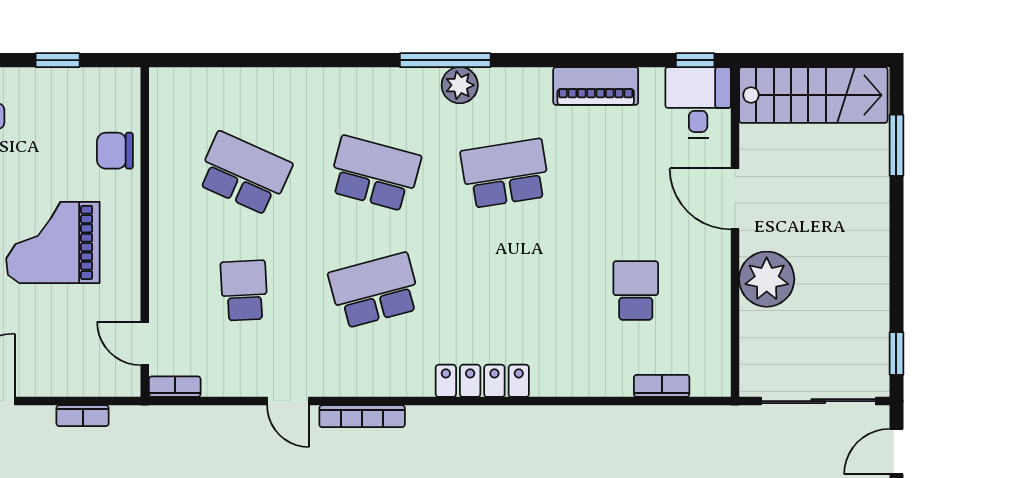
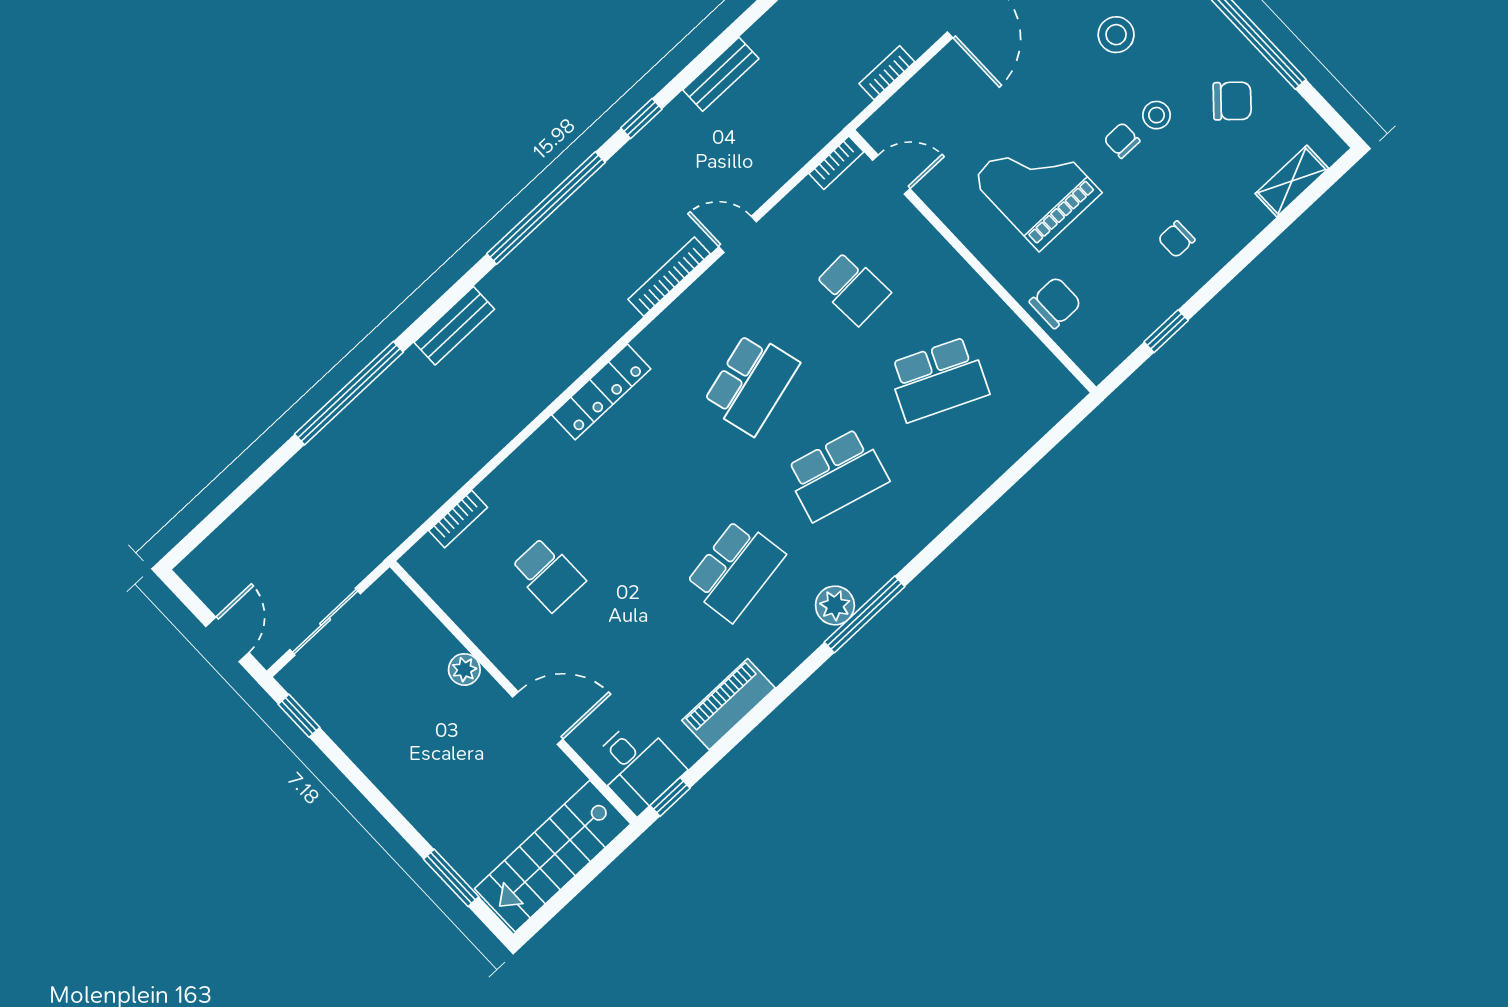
grand piano: (53, 242) -> (1037, 186), turned -90
plant: (767, 279) -> (464, 669), width x0.53, depth x0.53
sliding door: (818, 401) -> (325, 622), width x0.73

